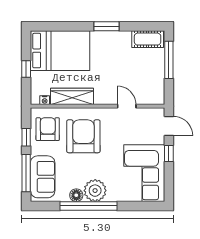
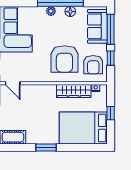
door: (127, 106) -> (13, 83), moved
plant: (95, 191) -> (51, 11), width x0.53, depth x0.53

